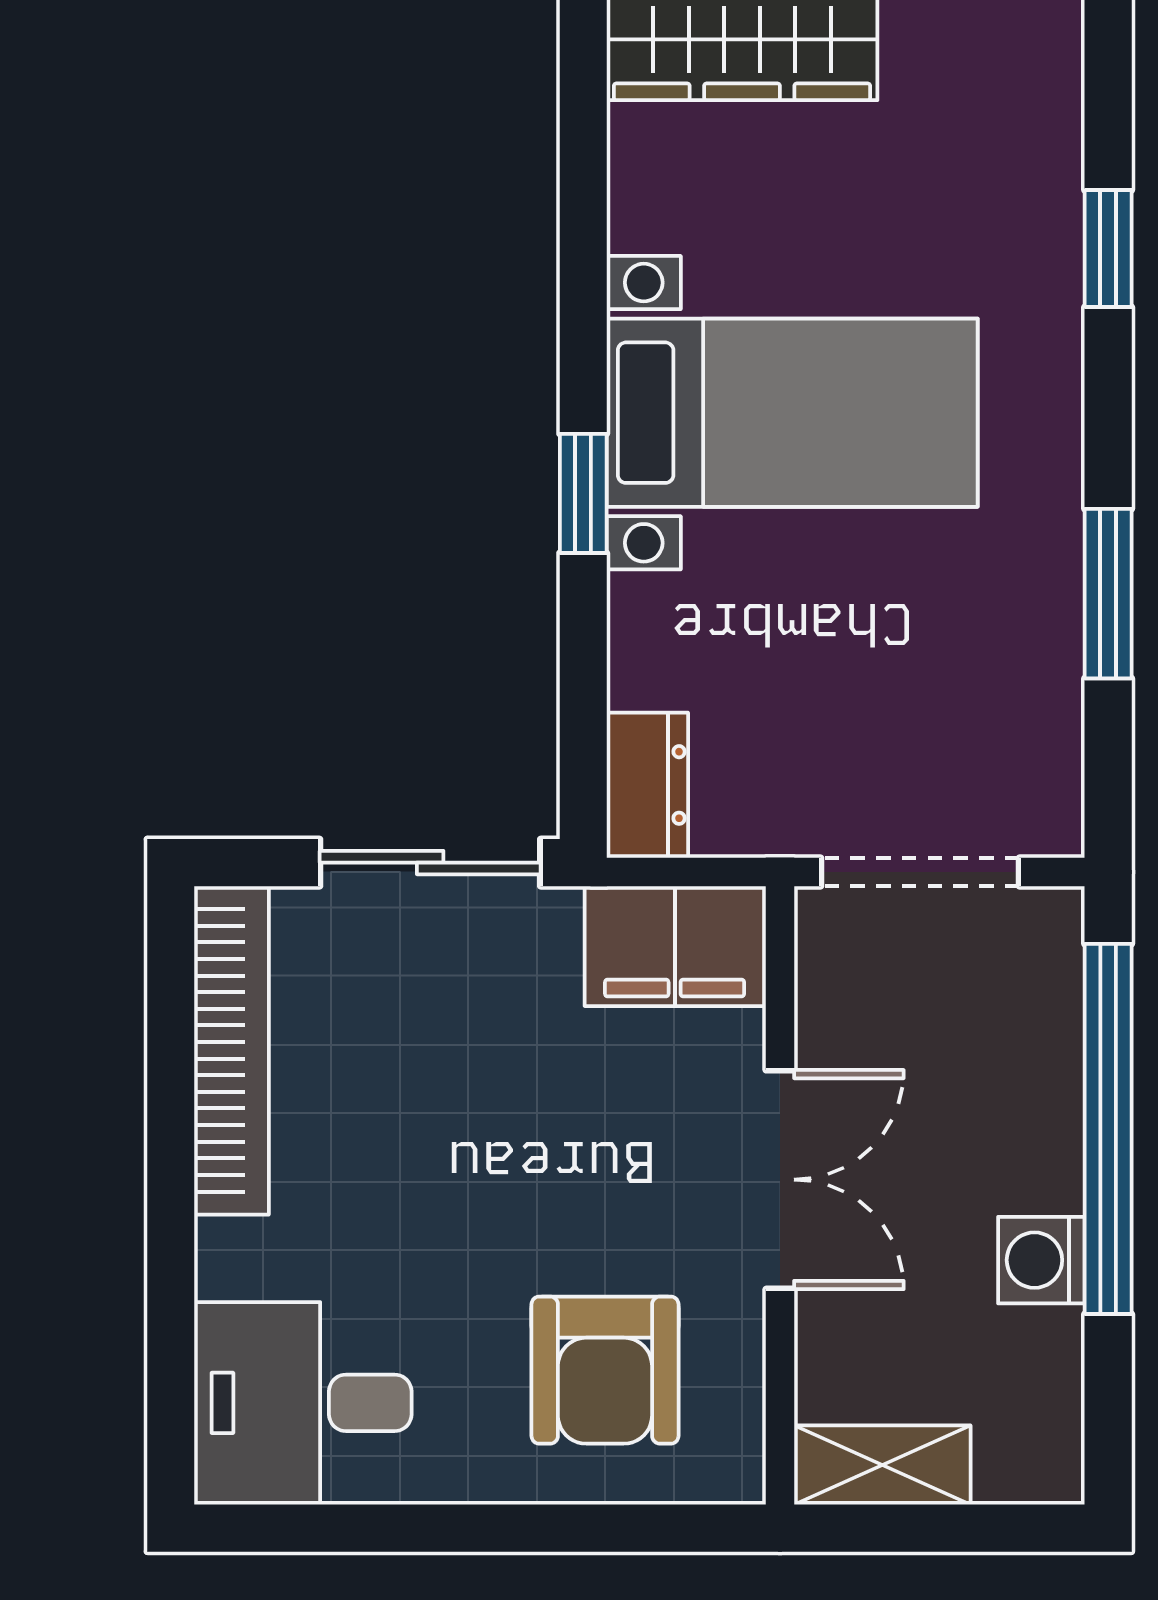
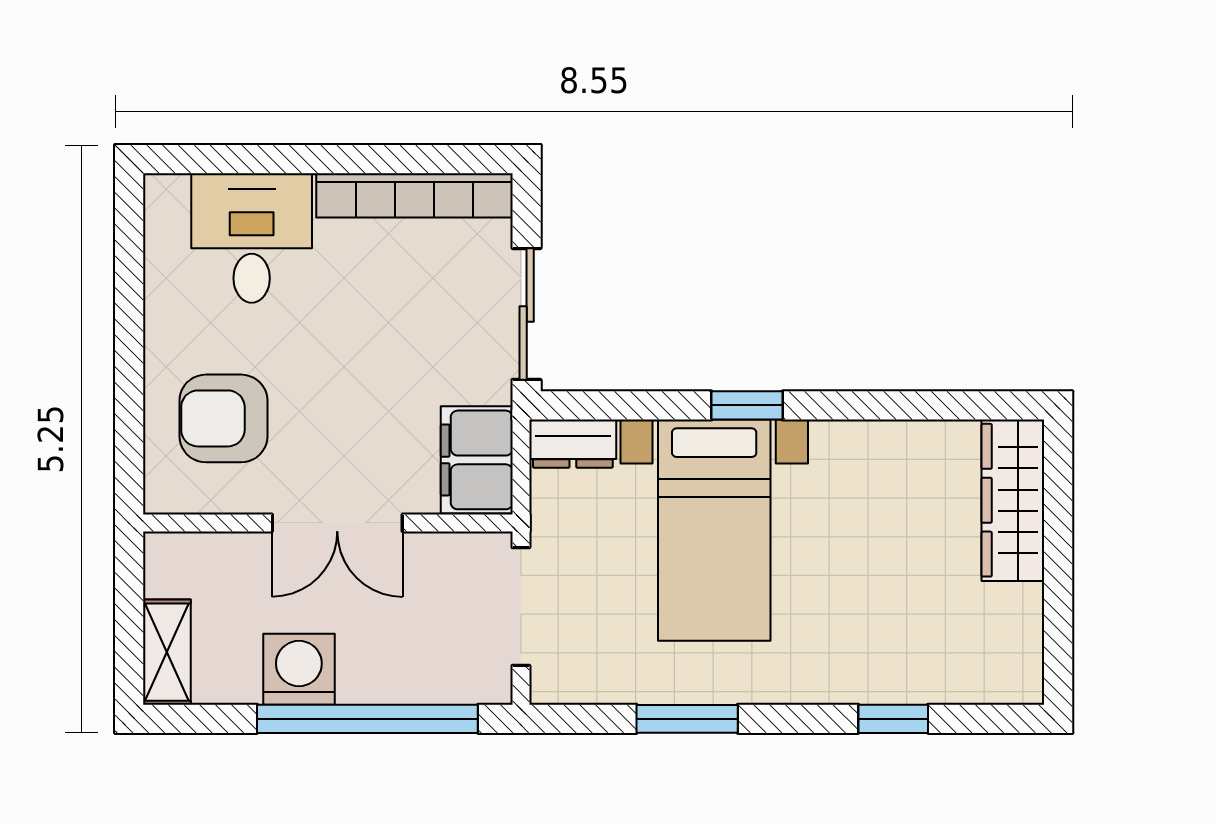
bed with nightstands: (792, 413) -> (714, 530), moved
washing machine: (1041, 1260) -> (299, 669), width x1.38, depth x1.38
desk: (303, 1403) -> (252, 238), moved
shelving: (882, 1465) -> (167, 652), moved

